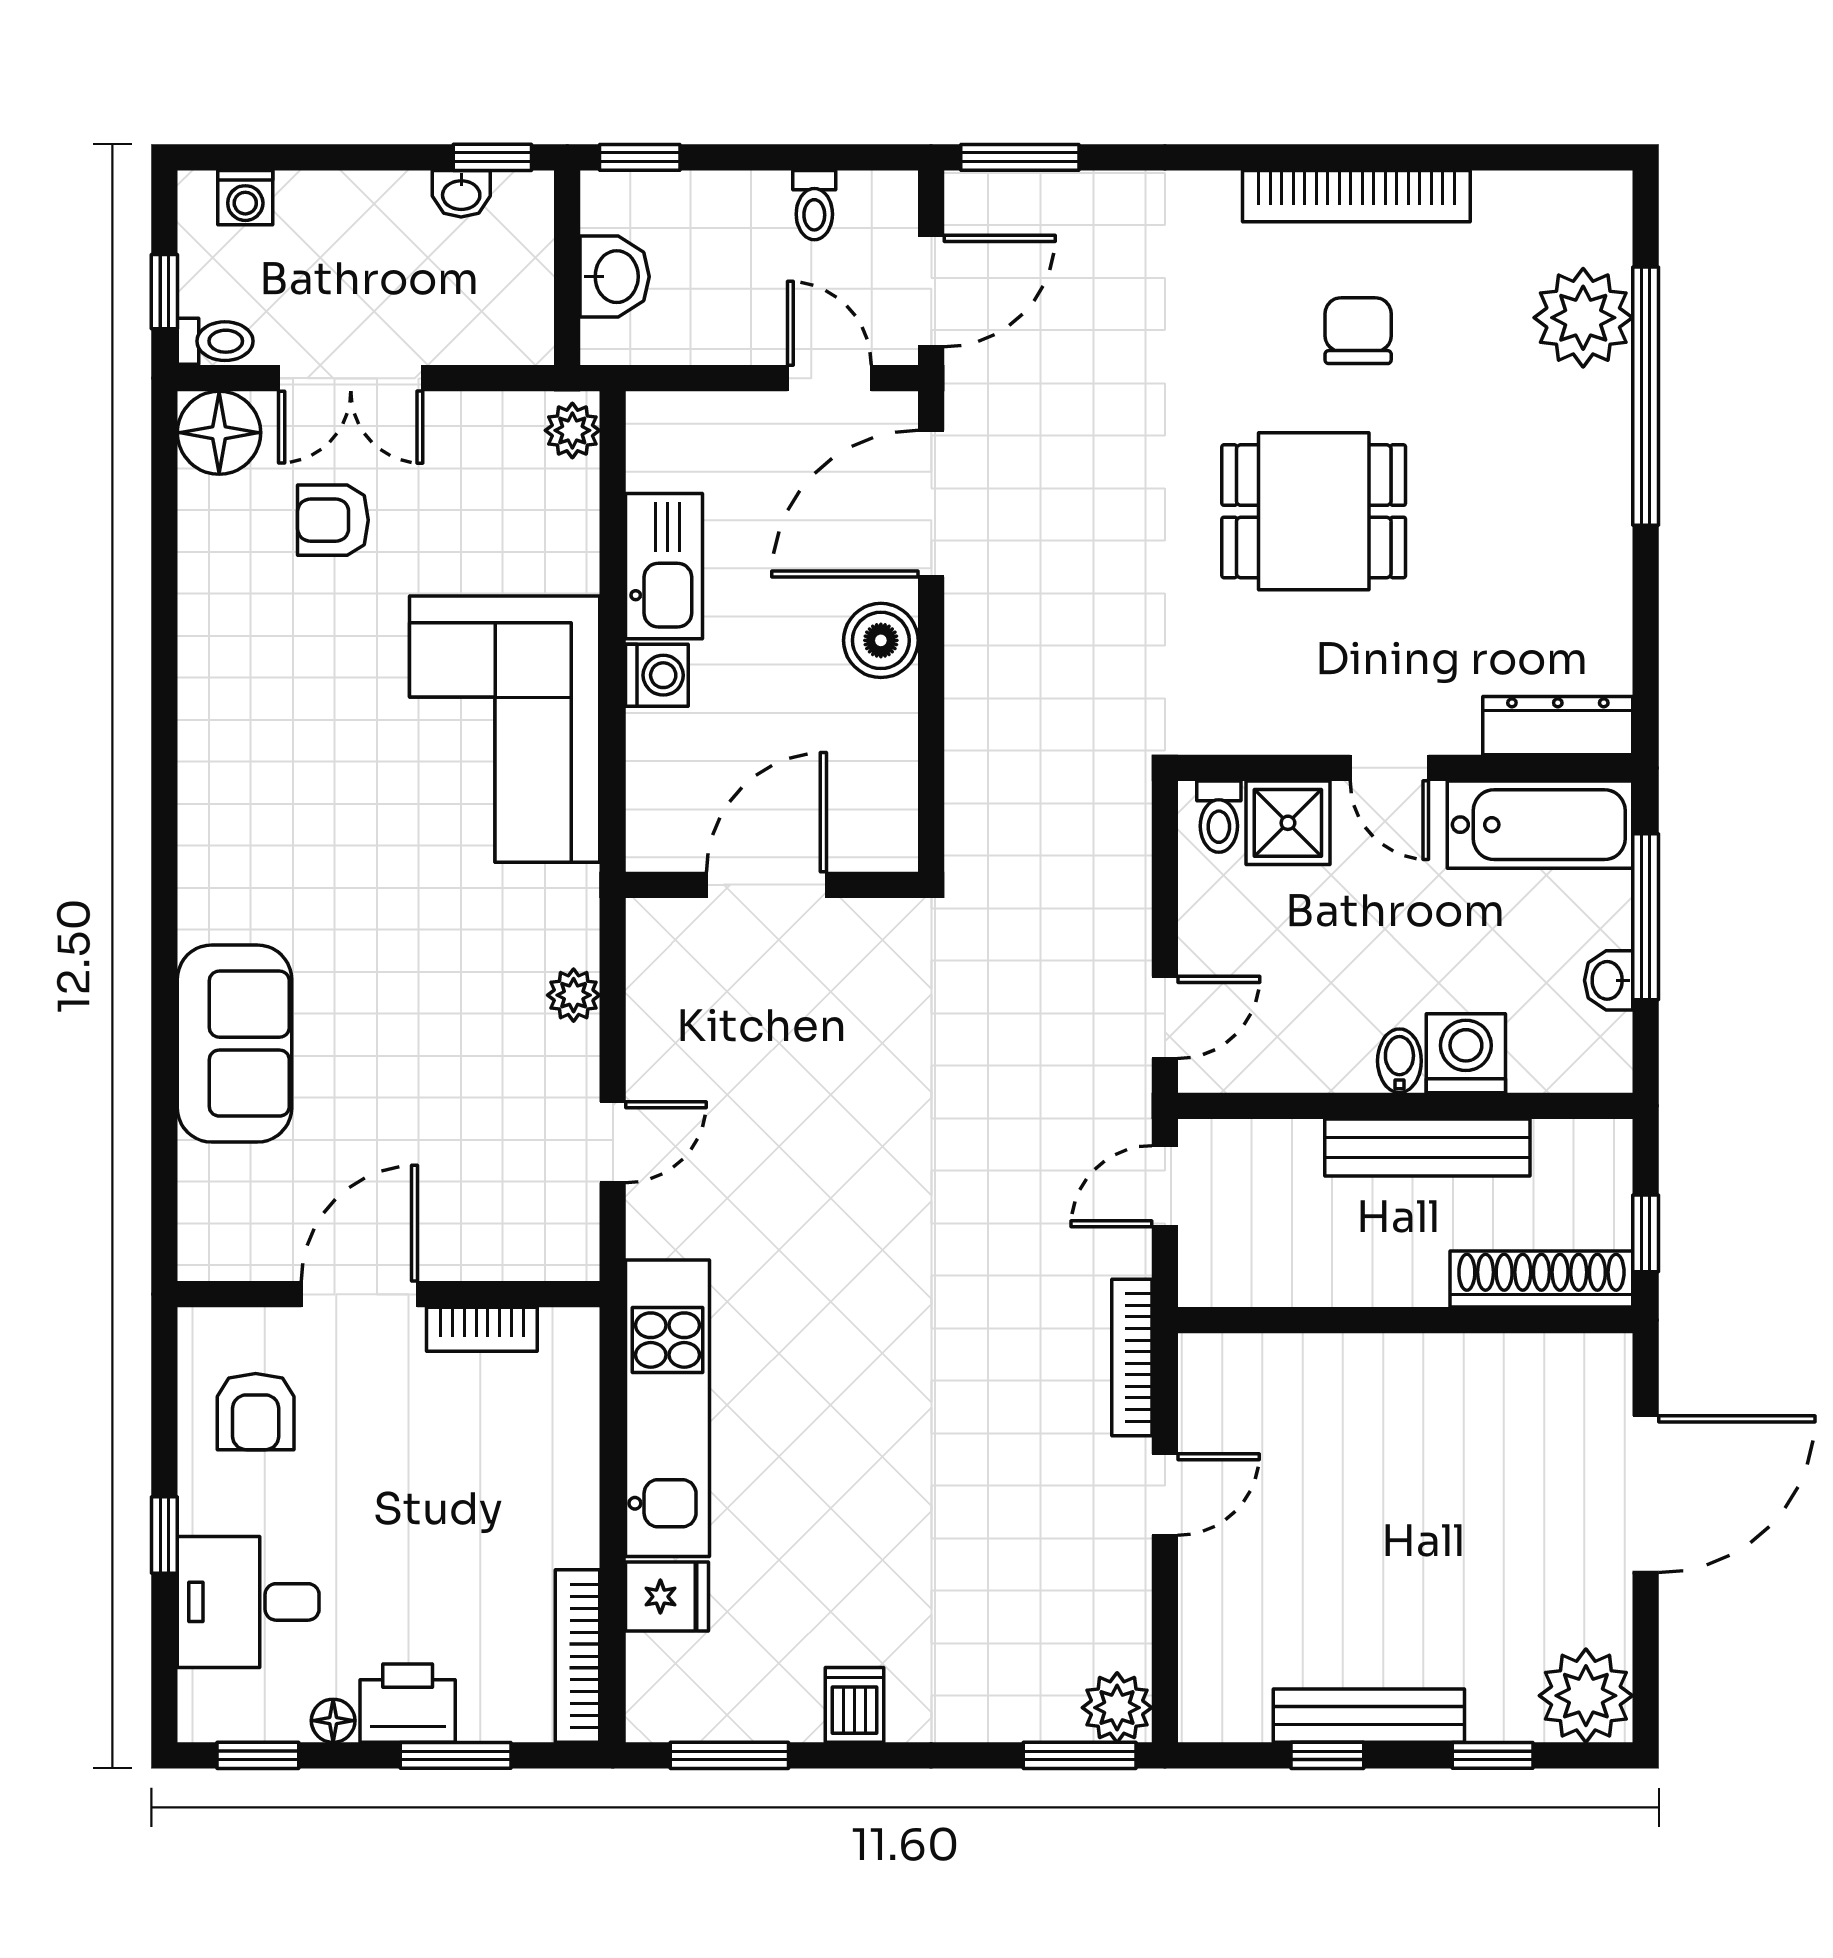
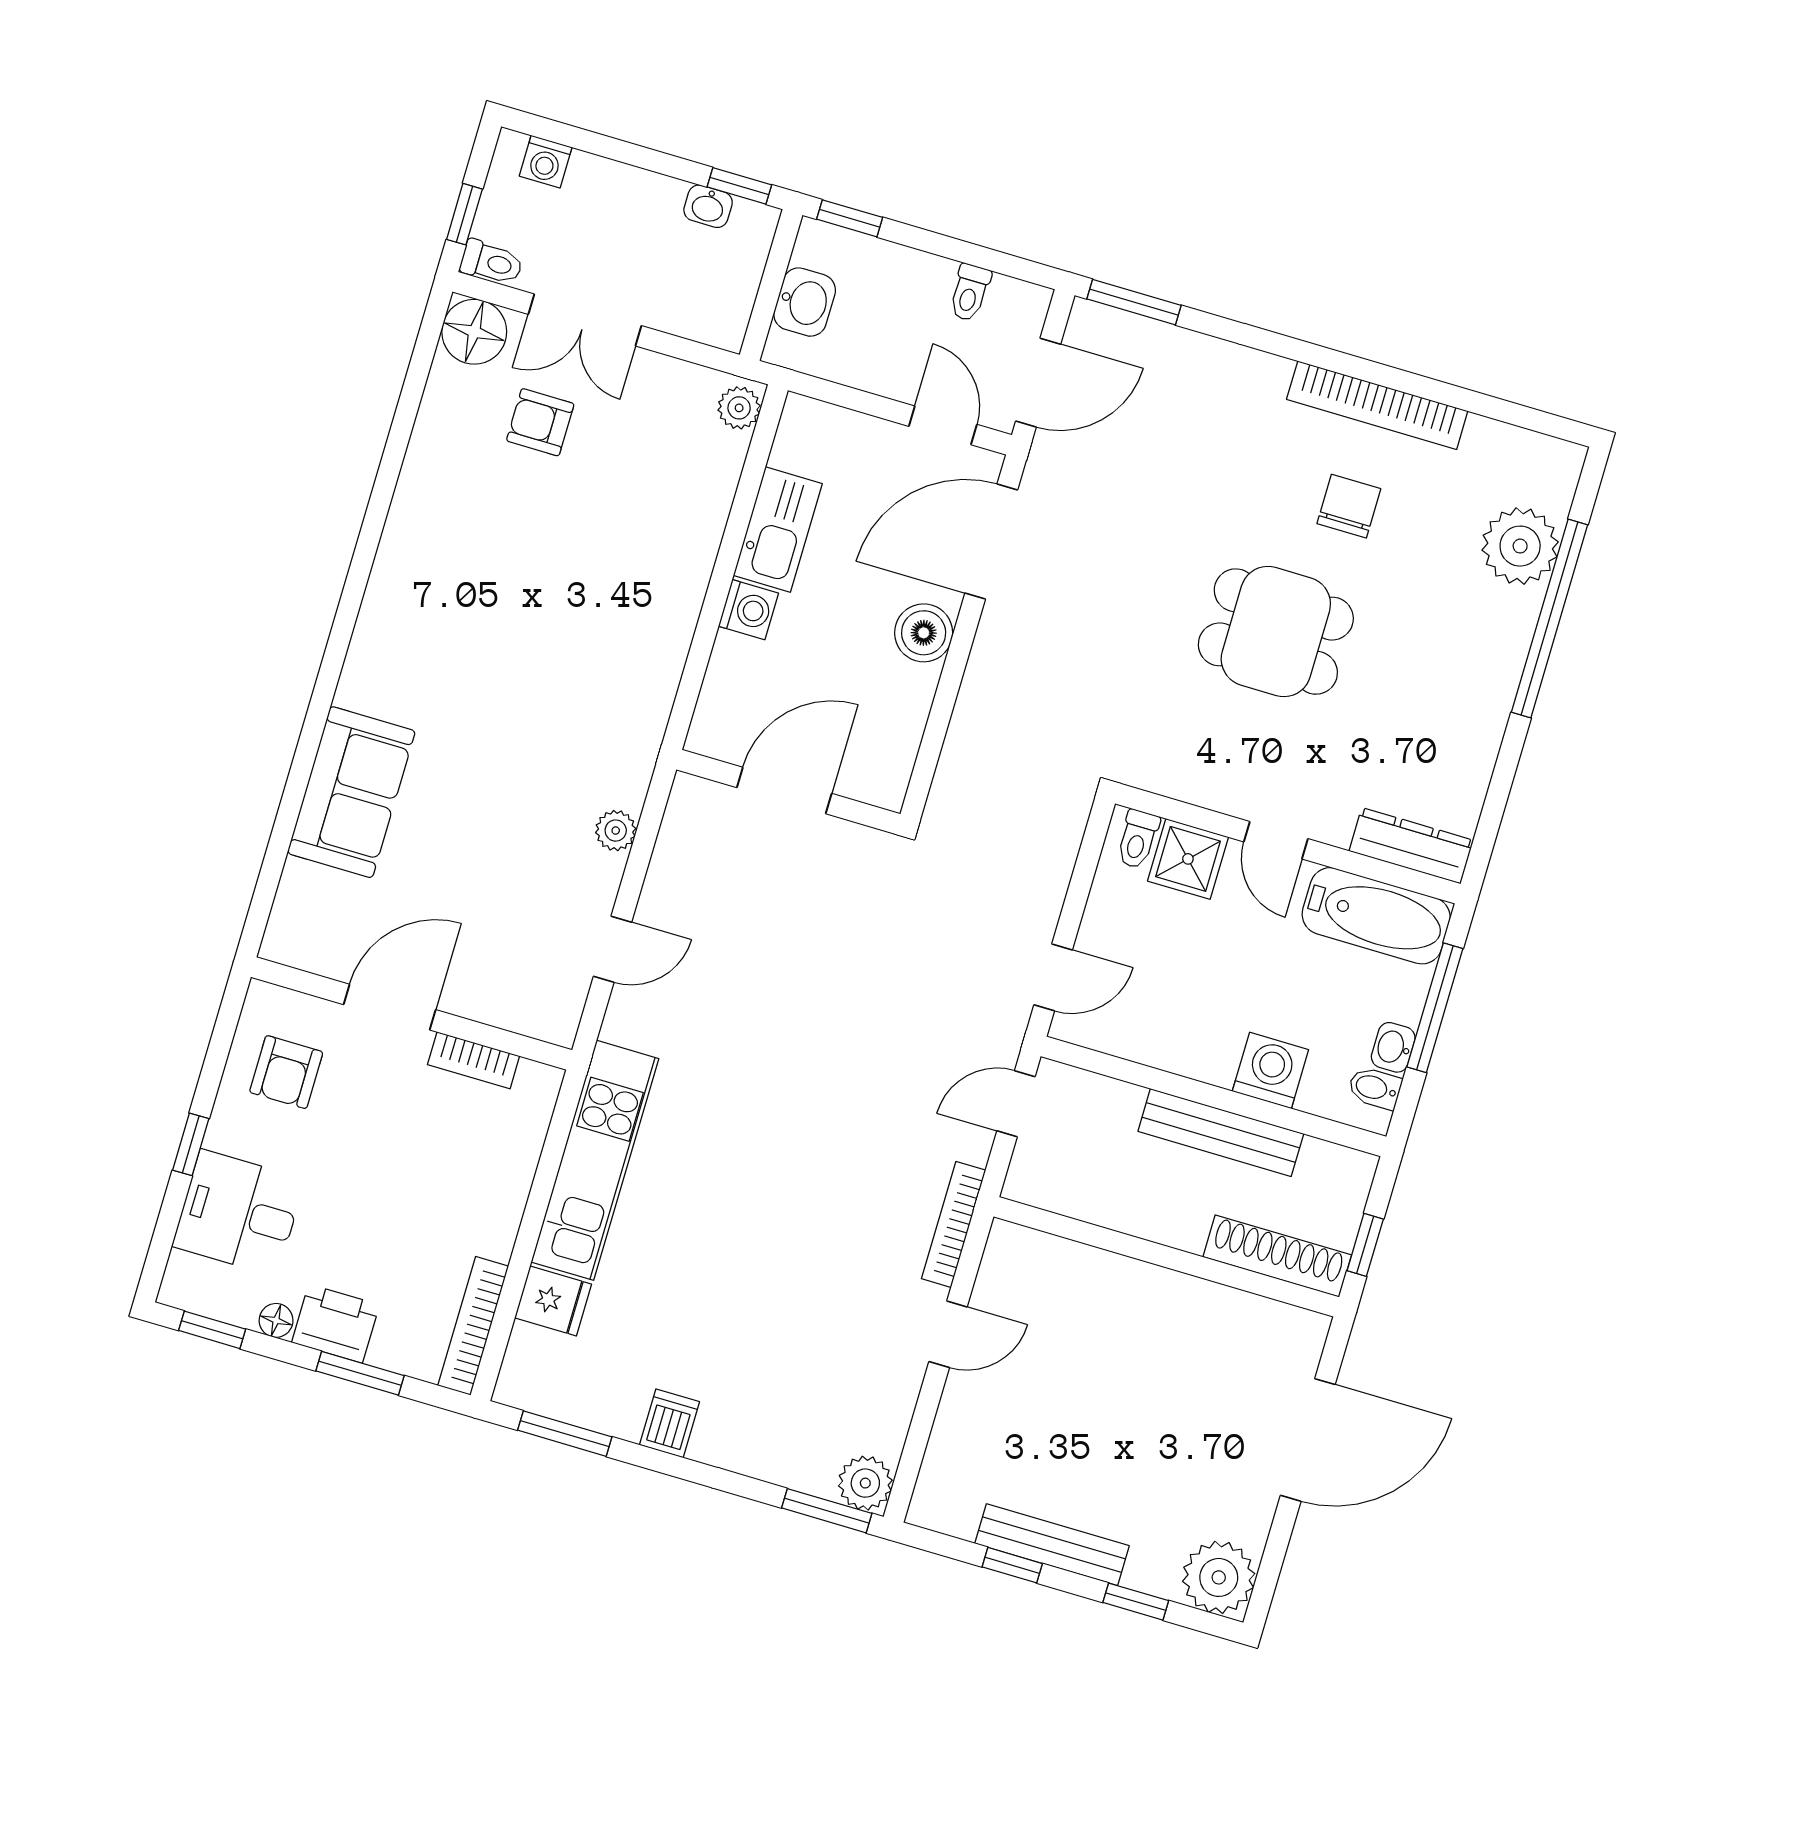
corner sofa: (505, 729) -> (623, 616), removed
bidet: (1399, 1061) -> (1375, 1088), moved, turned -90

